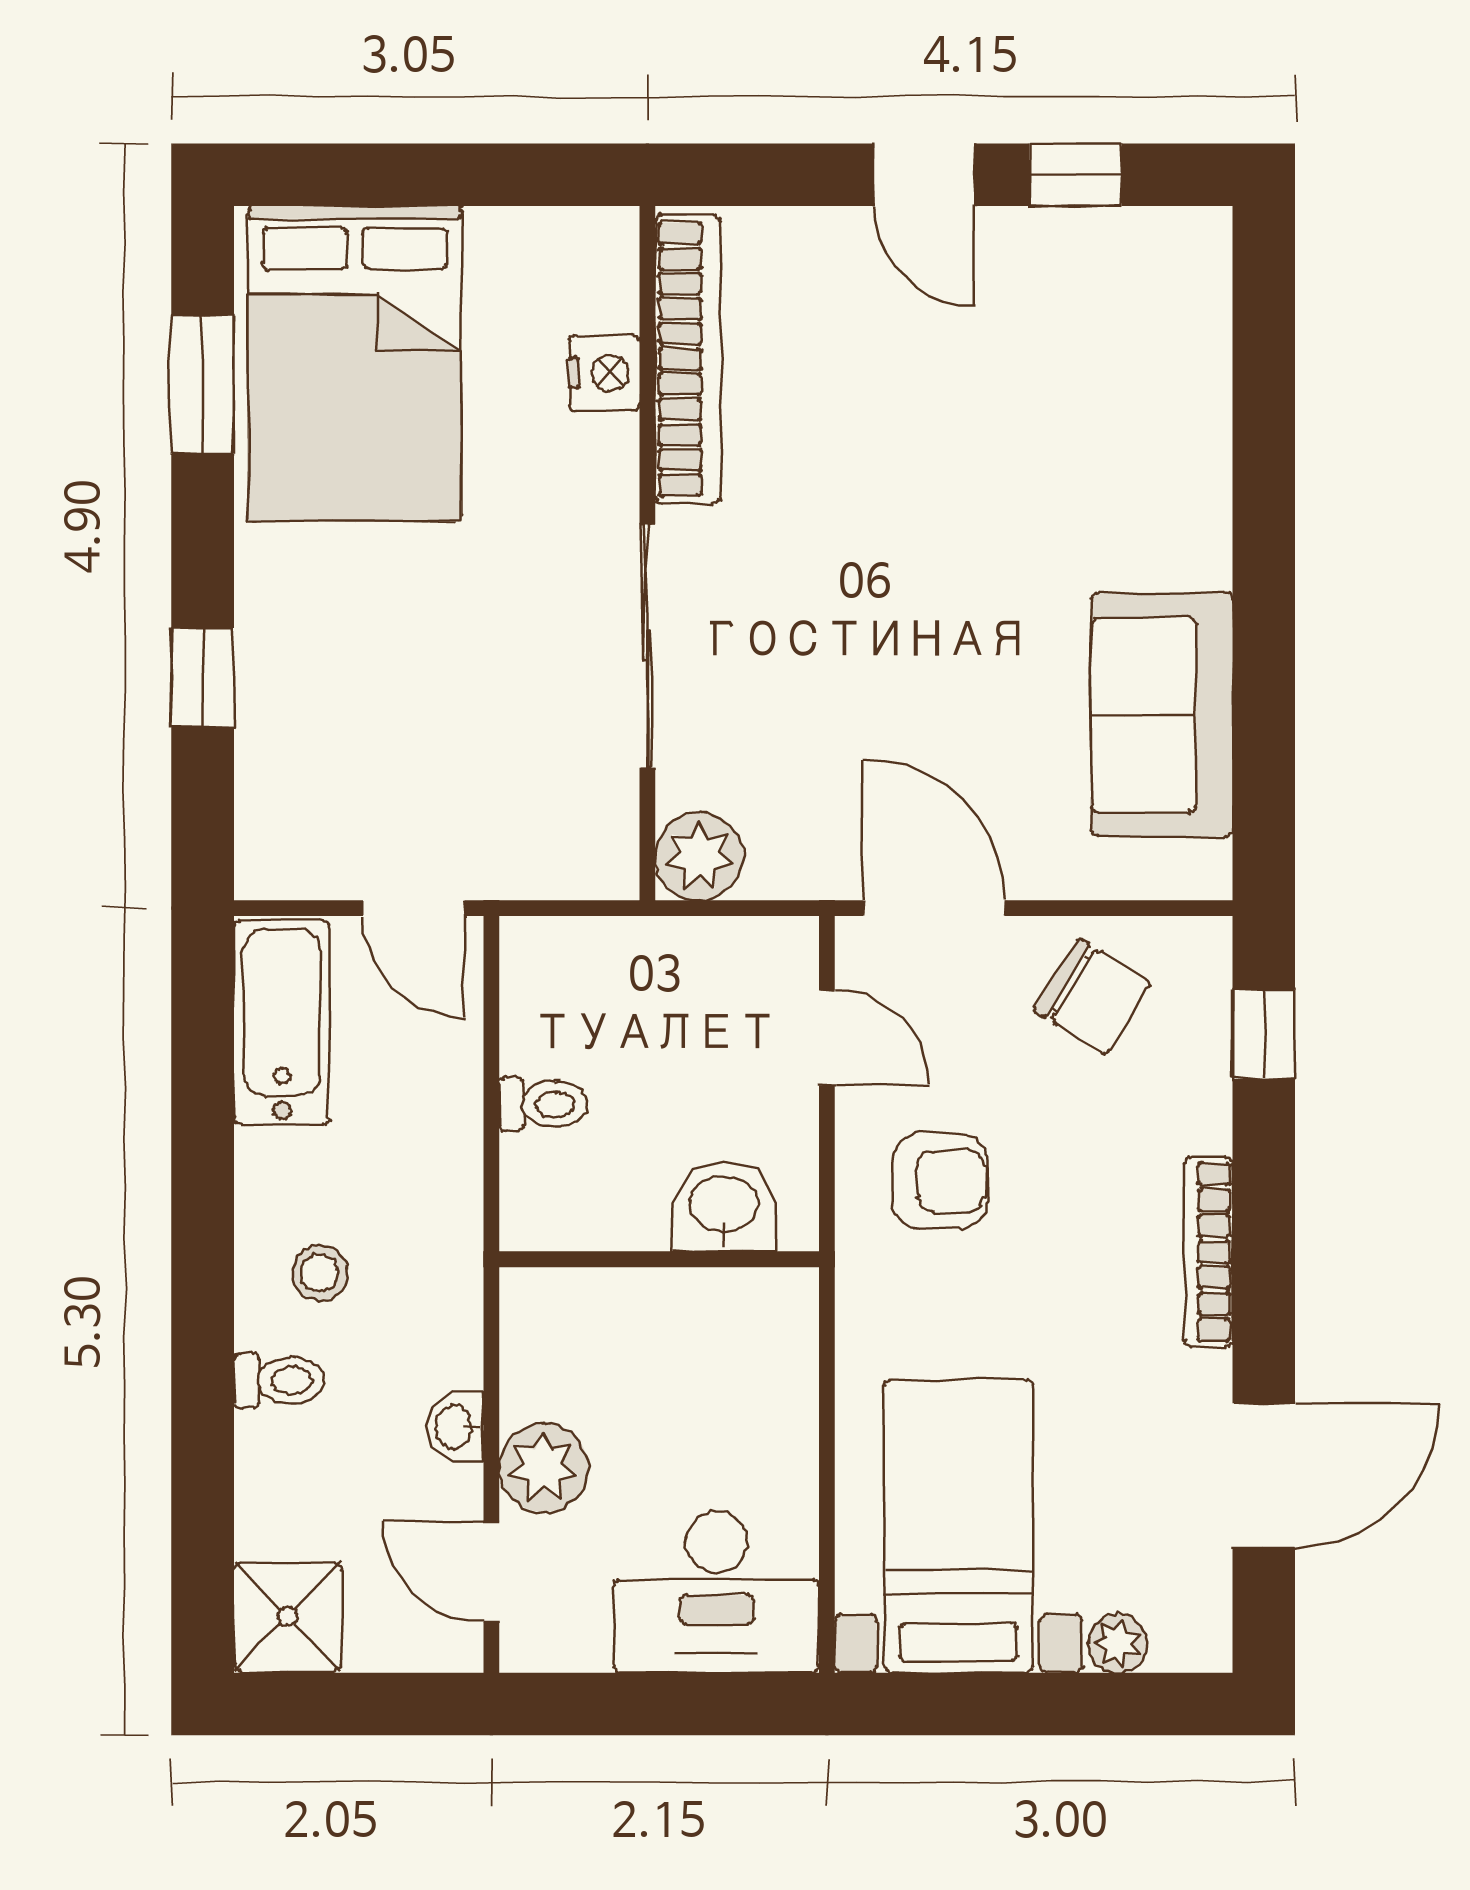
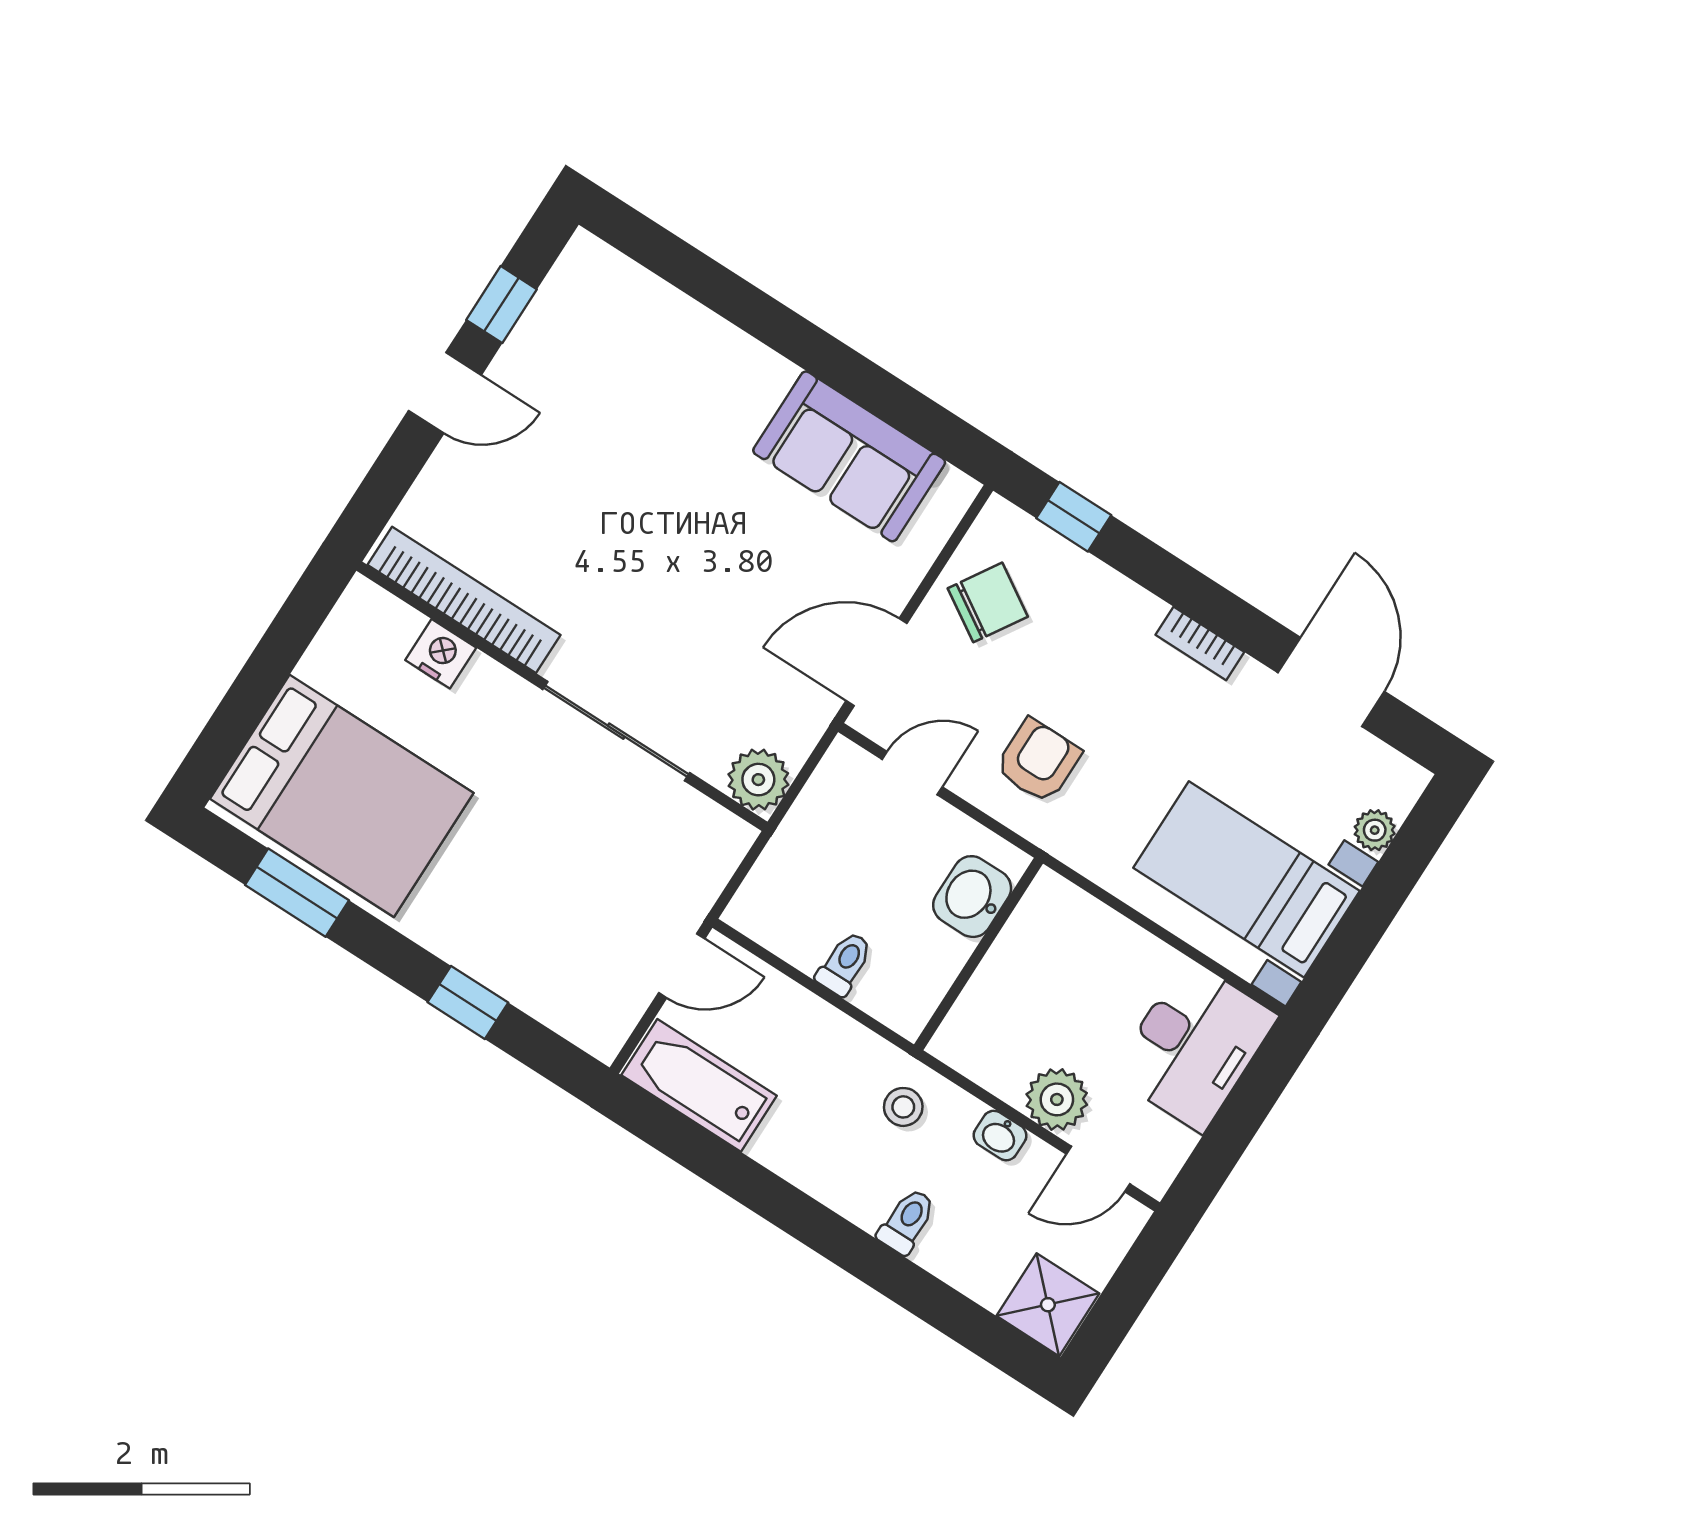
bookcase: (1208, 1252) -> (1200, 643), width x0.64
stool: (320, 1273) -> (903, 1107), moved

